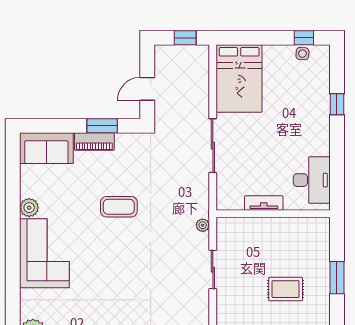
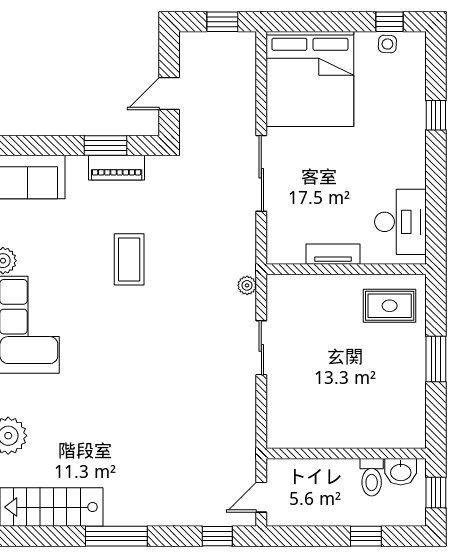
bed: (239, 79) -> (310, 79), width x1.36
piano: (94, 141) -> (117, 168), moved
coffee table: (119, 207) -> (129, 259), turned 90
rug: (286, 289) -> (390, 306), moved

